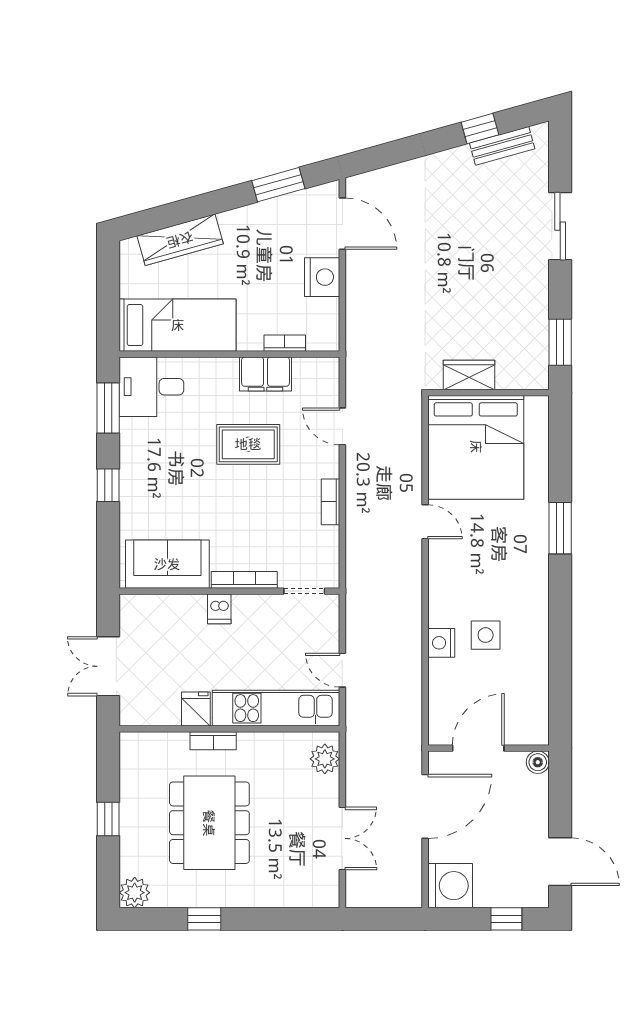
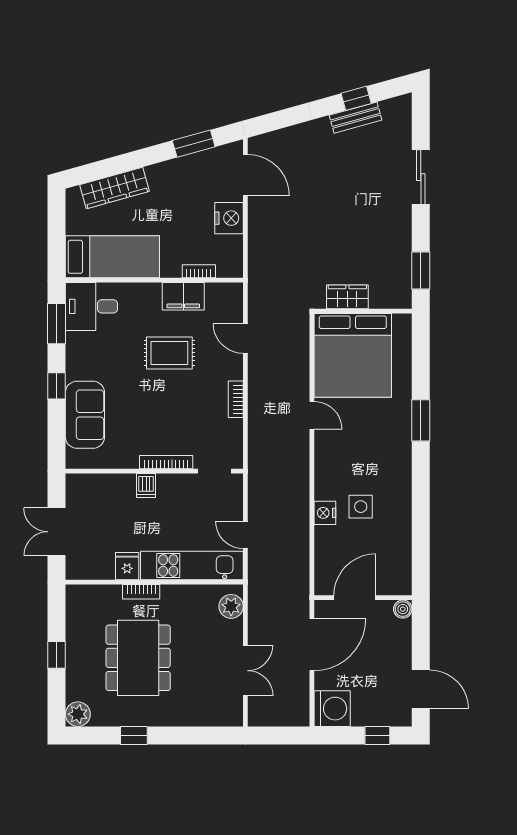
bench: (502, 146) -> (356, 118), moved
sofa: (167, 564) -> (85, 415), moved, turned 90

